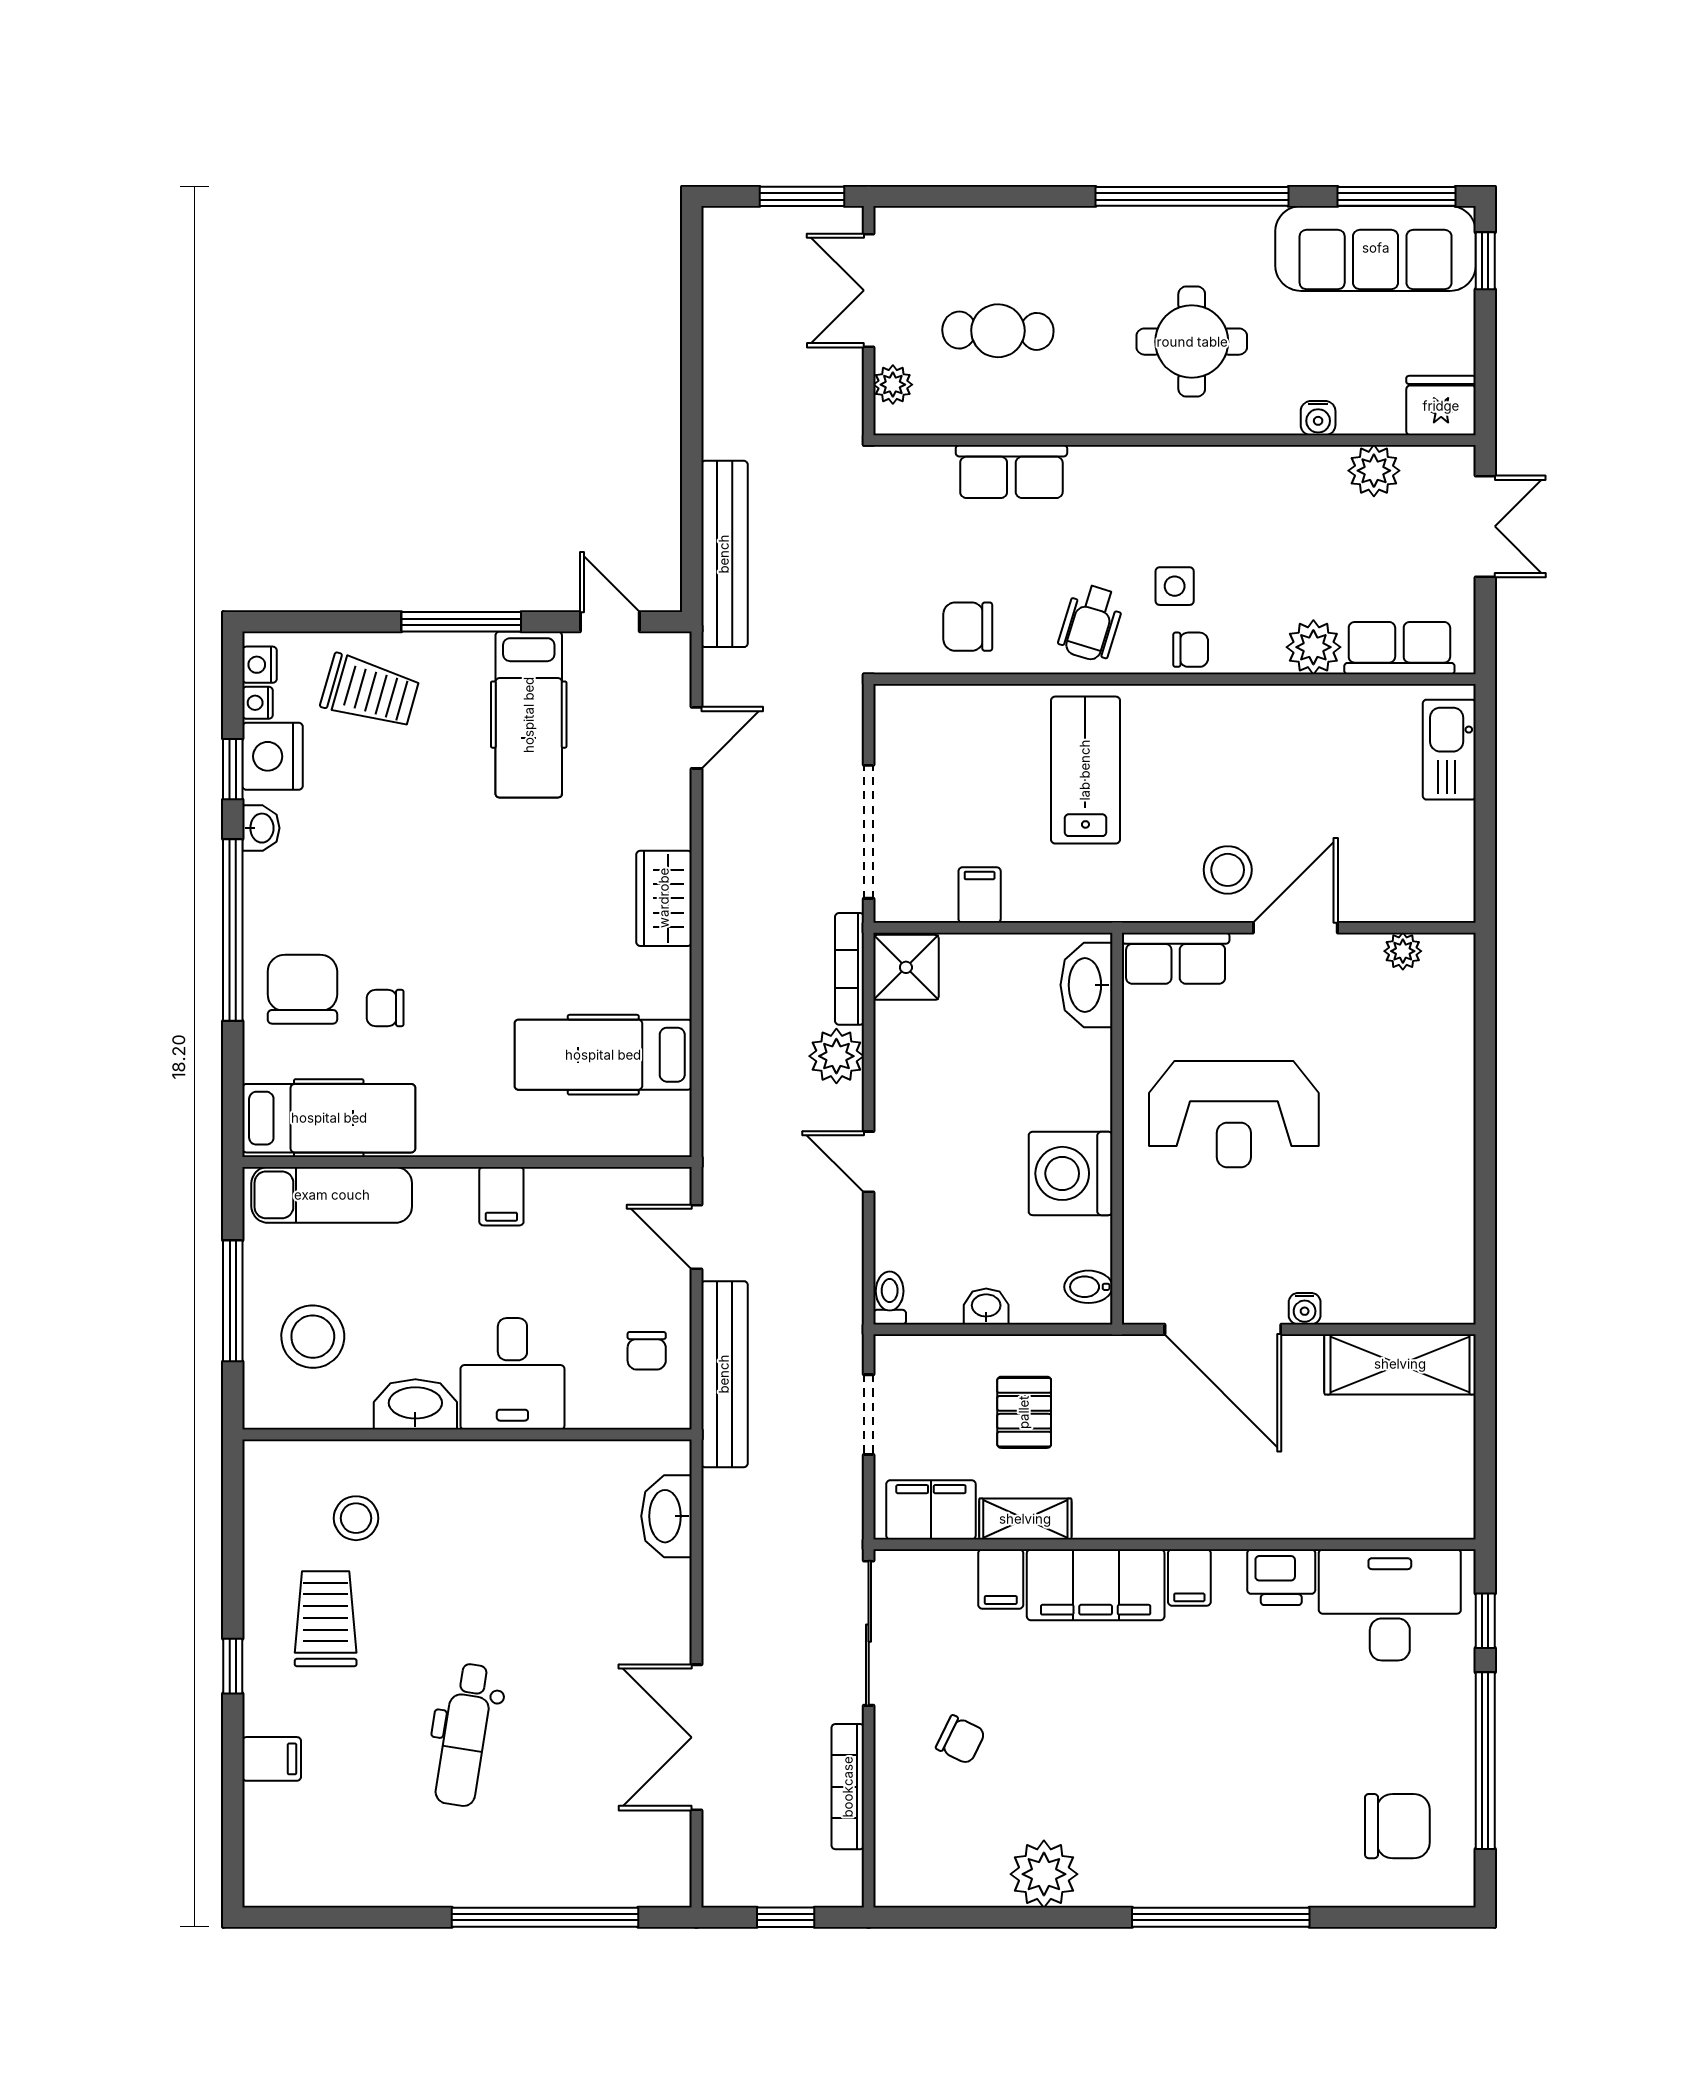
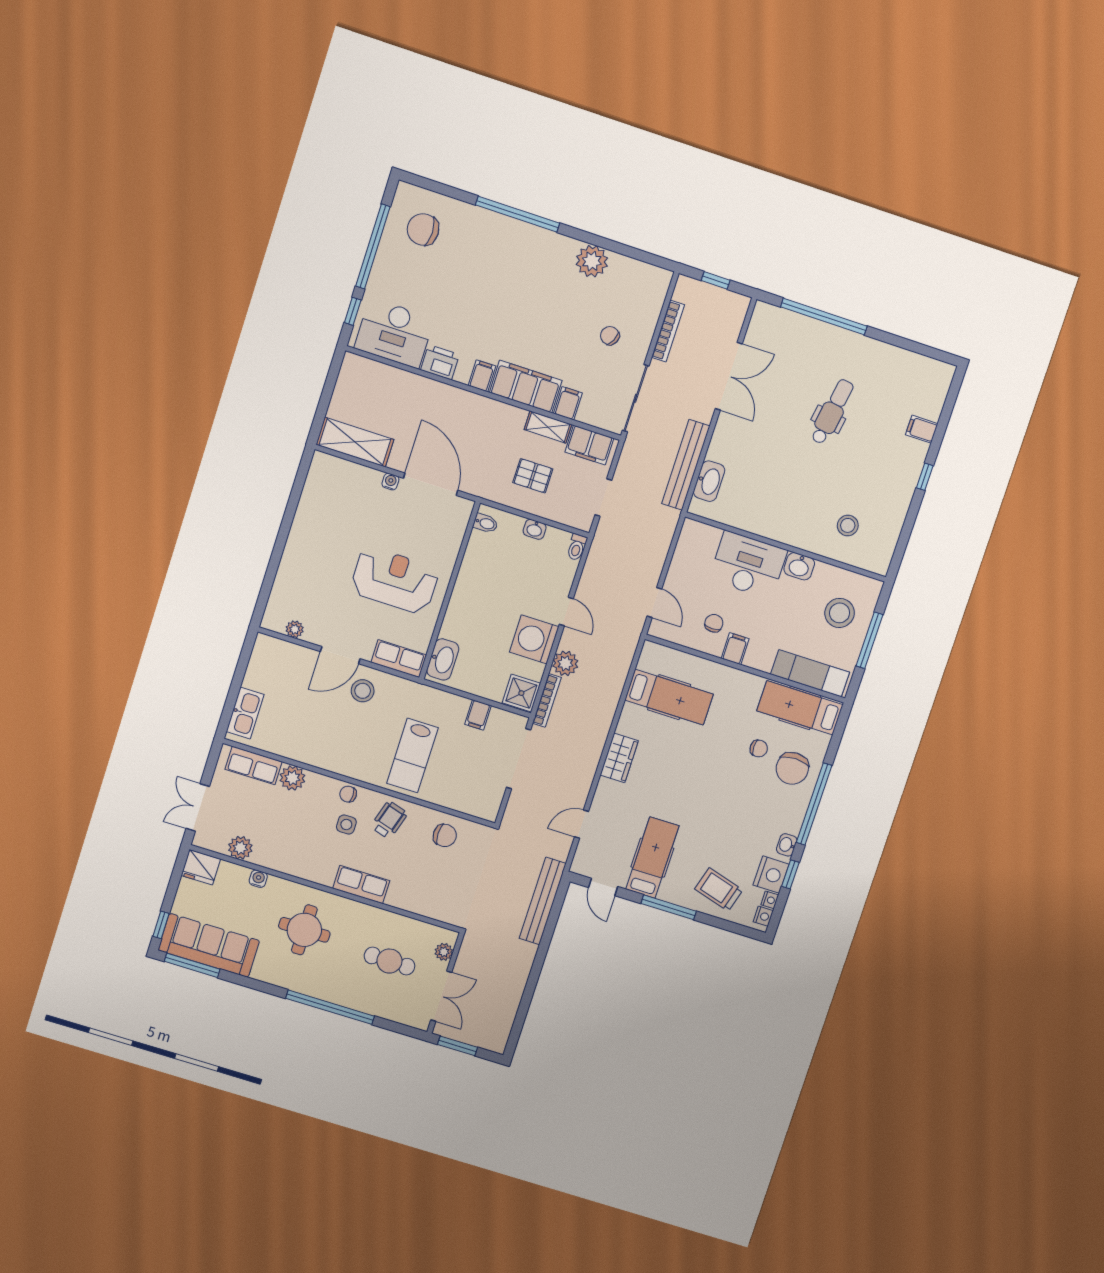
window: (1192, 196) -> (330, 1007), moved
row of seats: (1011, 471) -> (361, 885), moved
washing machine: (1071, 1173) -> (534, 639), moved, turned 180
chair: (647, 1351) -> (714, 623), moved
desk: (512, 1374) -> (748, 565), width x1.37
bench: (724, 1374) -> (686, 465), moved
washbasin: (415, 1404) -> (799, 566), width x0.72
pallet: (1024, 1412) -> (533, 476), turned 90
trolley: (326, 1619) -> (876, 485), removed

